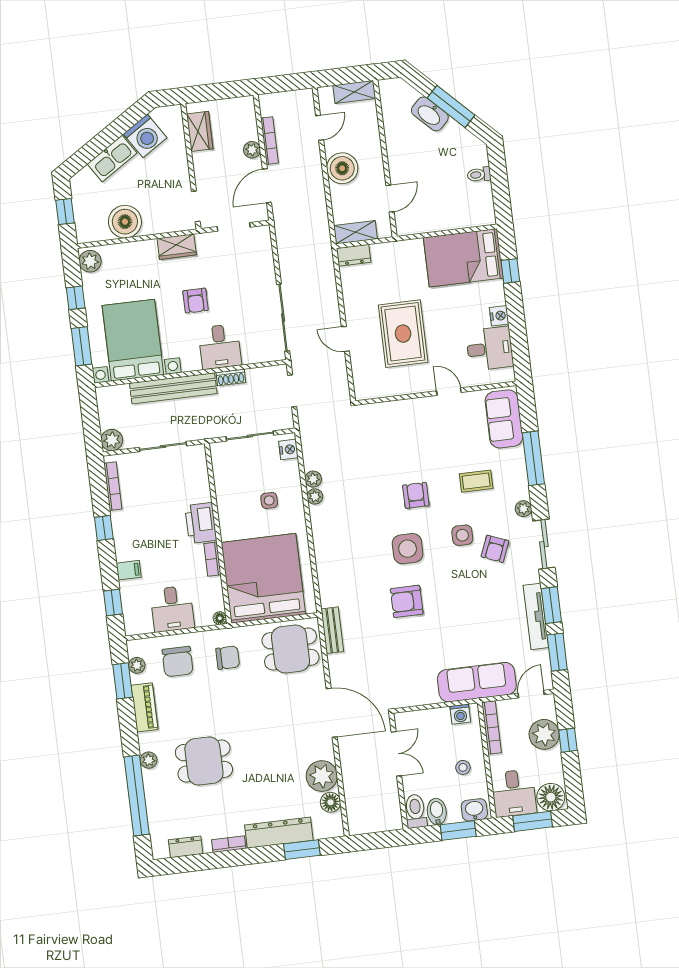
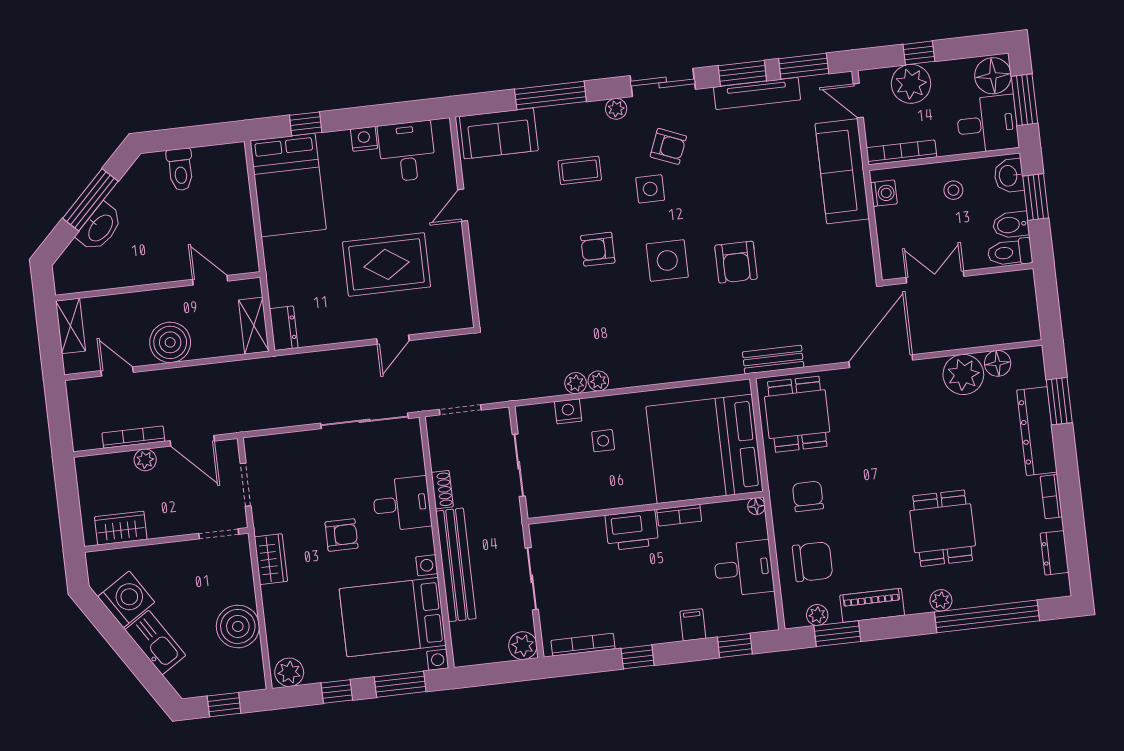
toilet: (479, 175) -> (180, 170), width x1.37, depth x1.39
nightstand: (288, 449) -> (568, 411), moved
coffee table: (476, 481) -> (580, 170), turned 90

